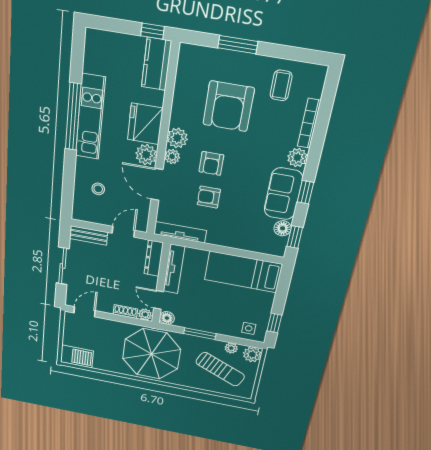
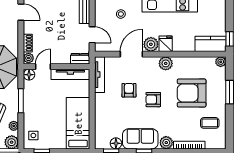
fridge: (145, 124) -> (166, 44), width x0.53, depth x0.75
plant: (172, 156) -> (221, 62), moved
armchair: (211, 163) -> (153, 100), moved
dresser: (154, 258) -> (80, 59), width x0.70

